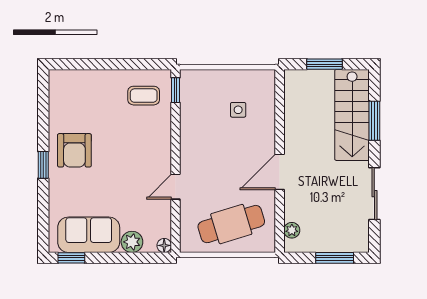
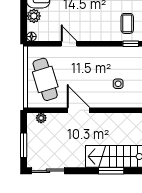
sliding door: (374, 194) -> (48, 171), moved

